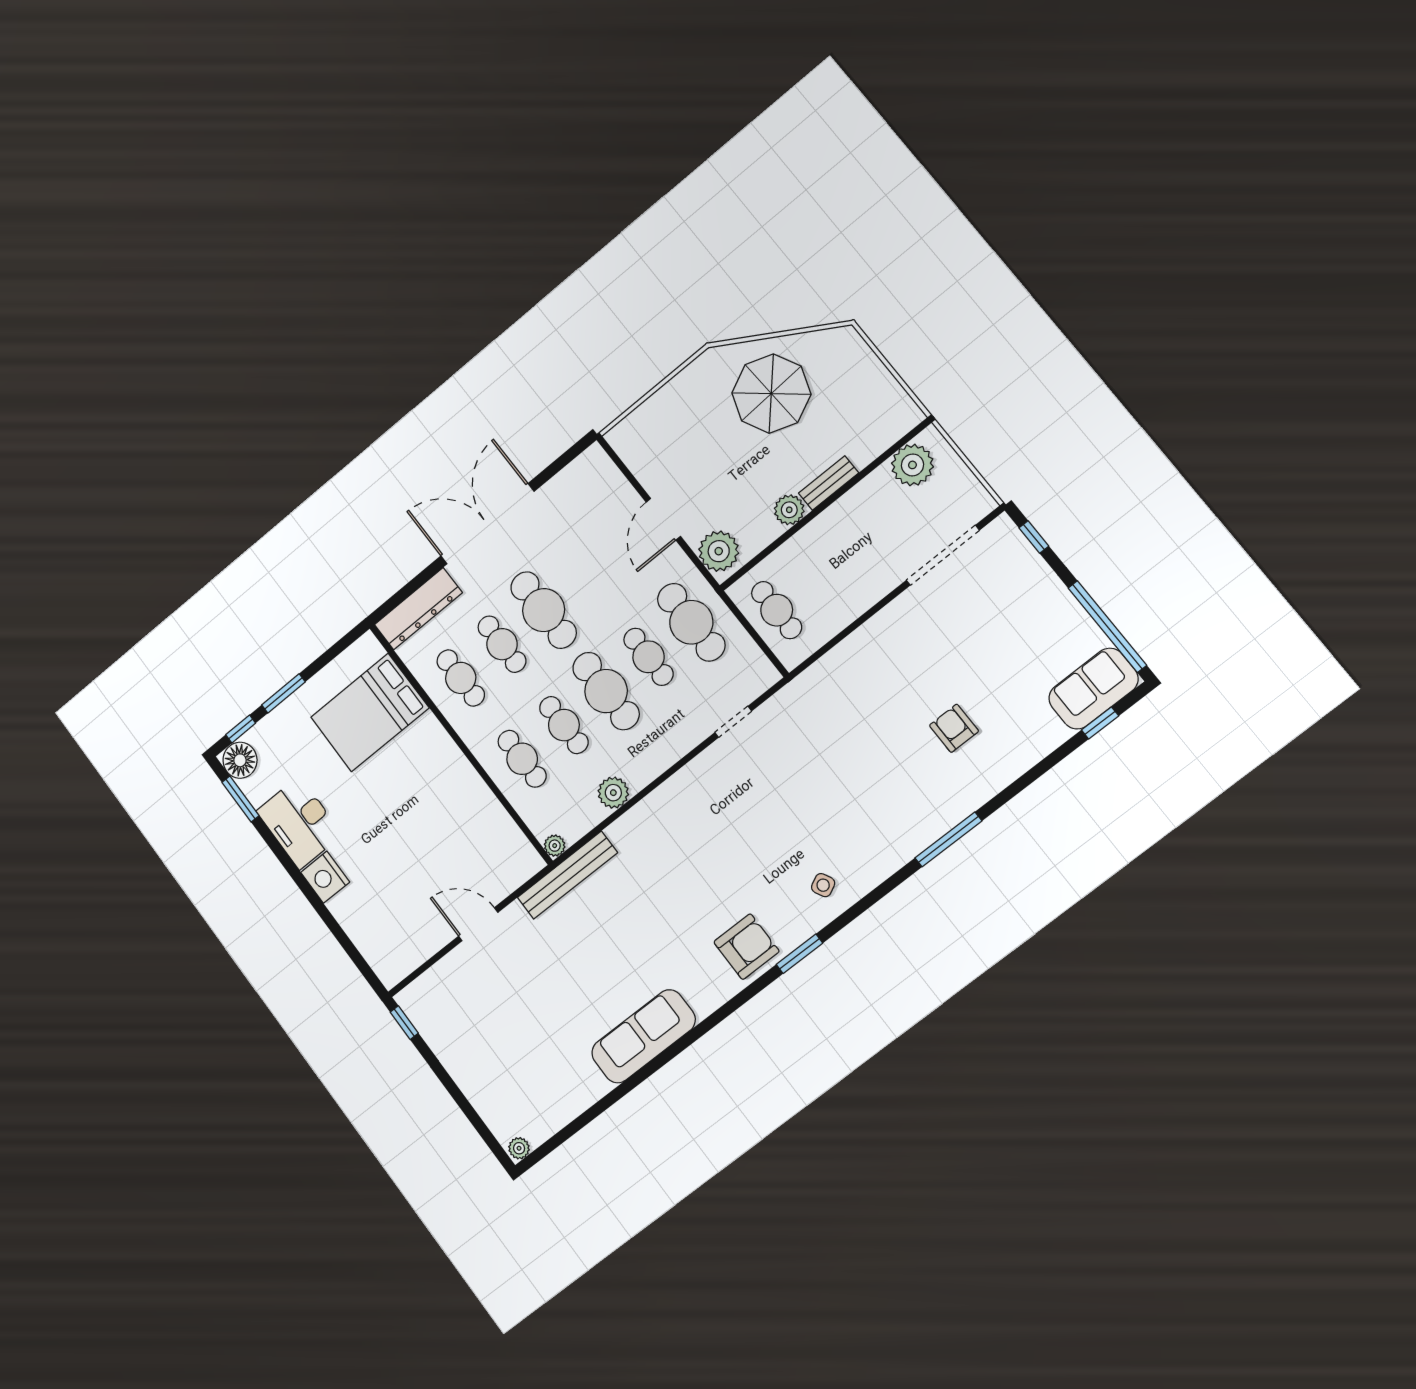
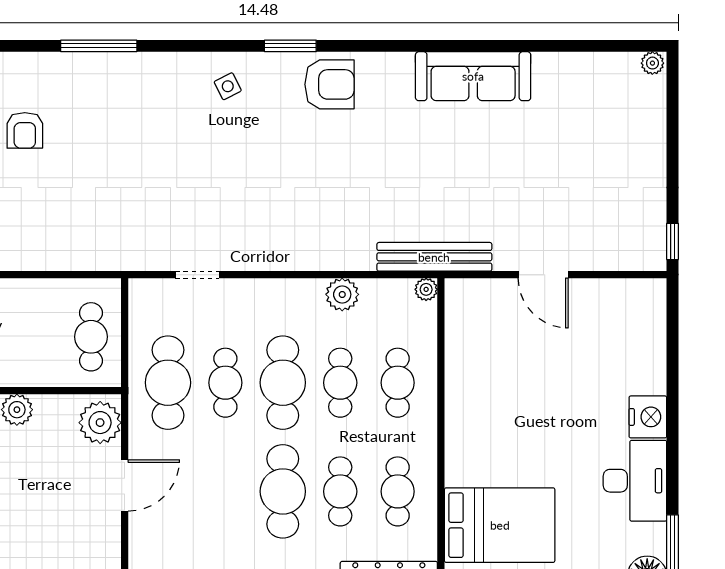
armchair: (746, 947) -> (329, 84), turned 180

